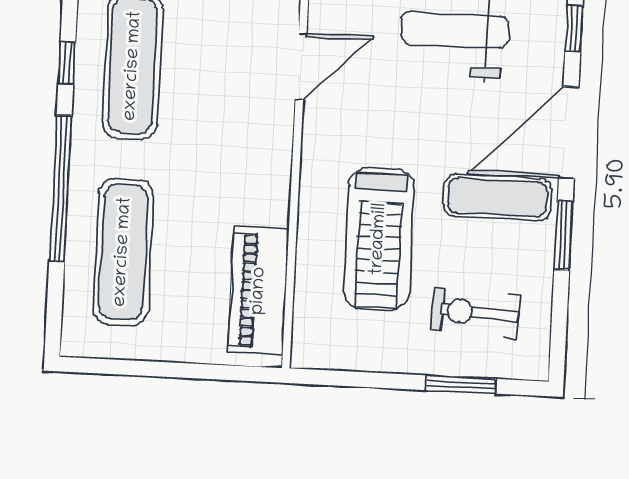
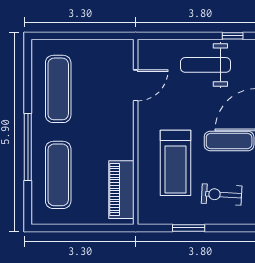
window: (67, 63) -> (28, 89), removed
window: (461, 384) -> (189, 228), moved

